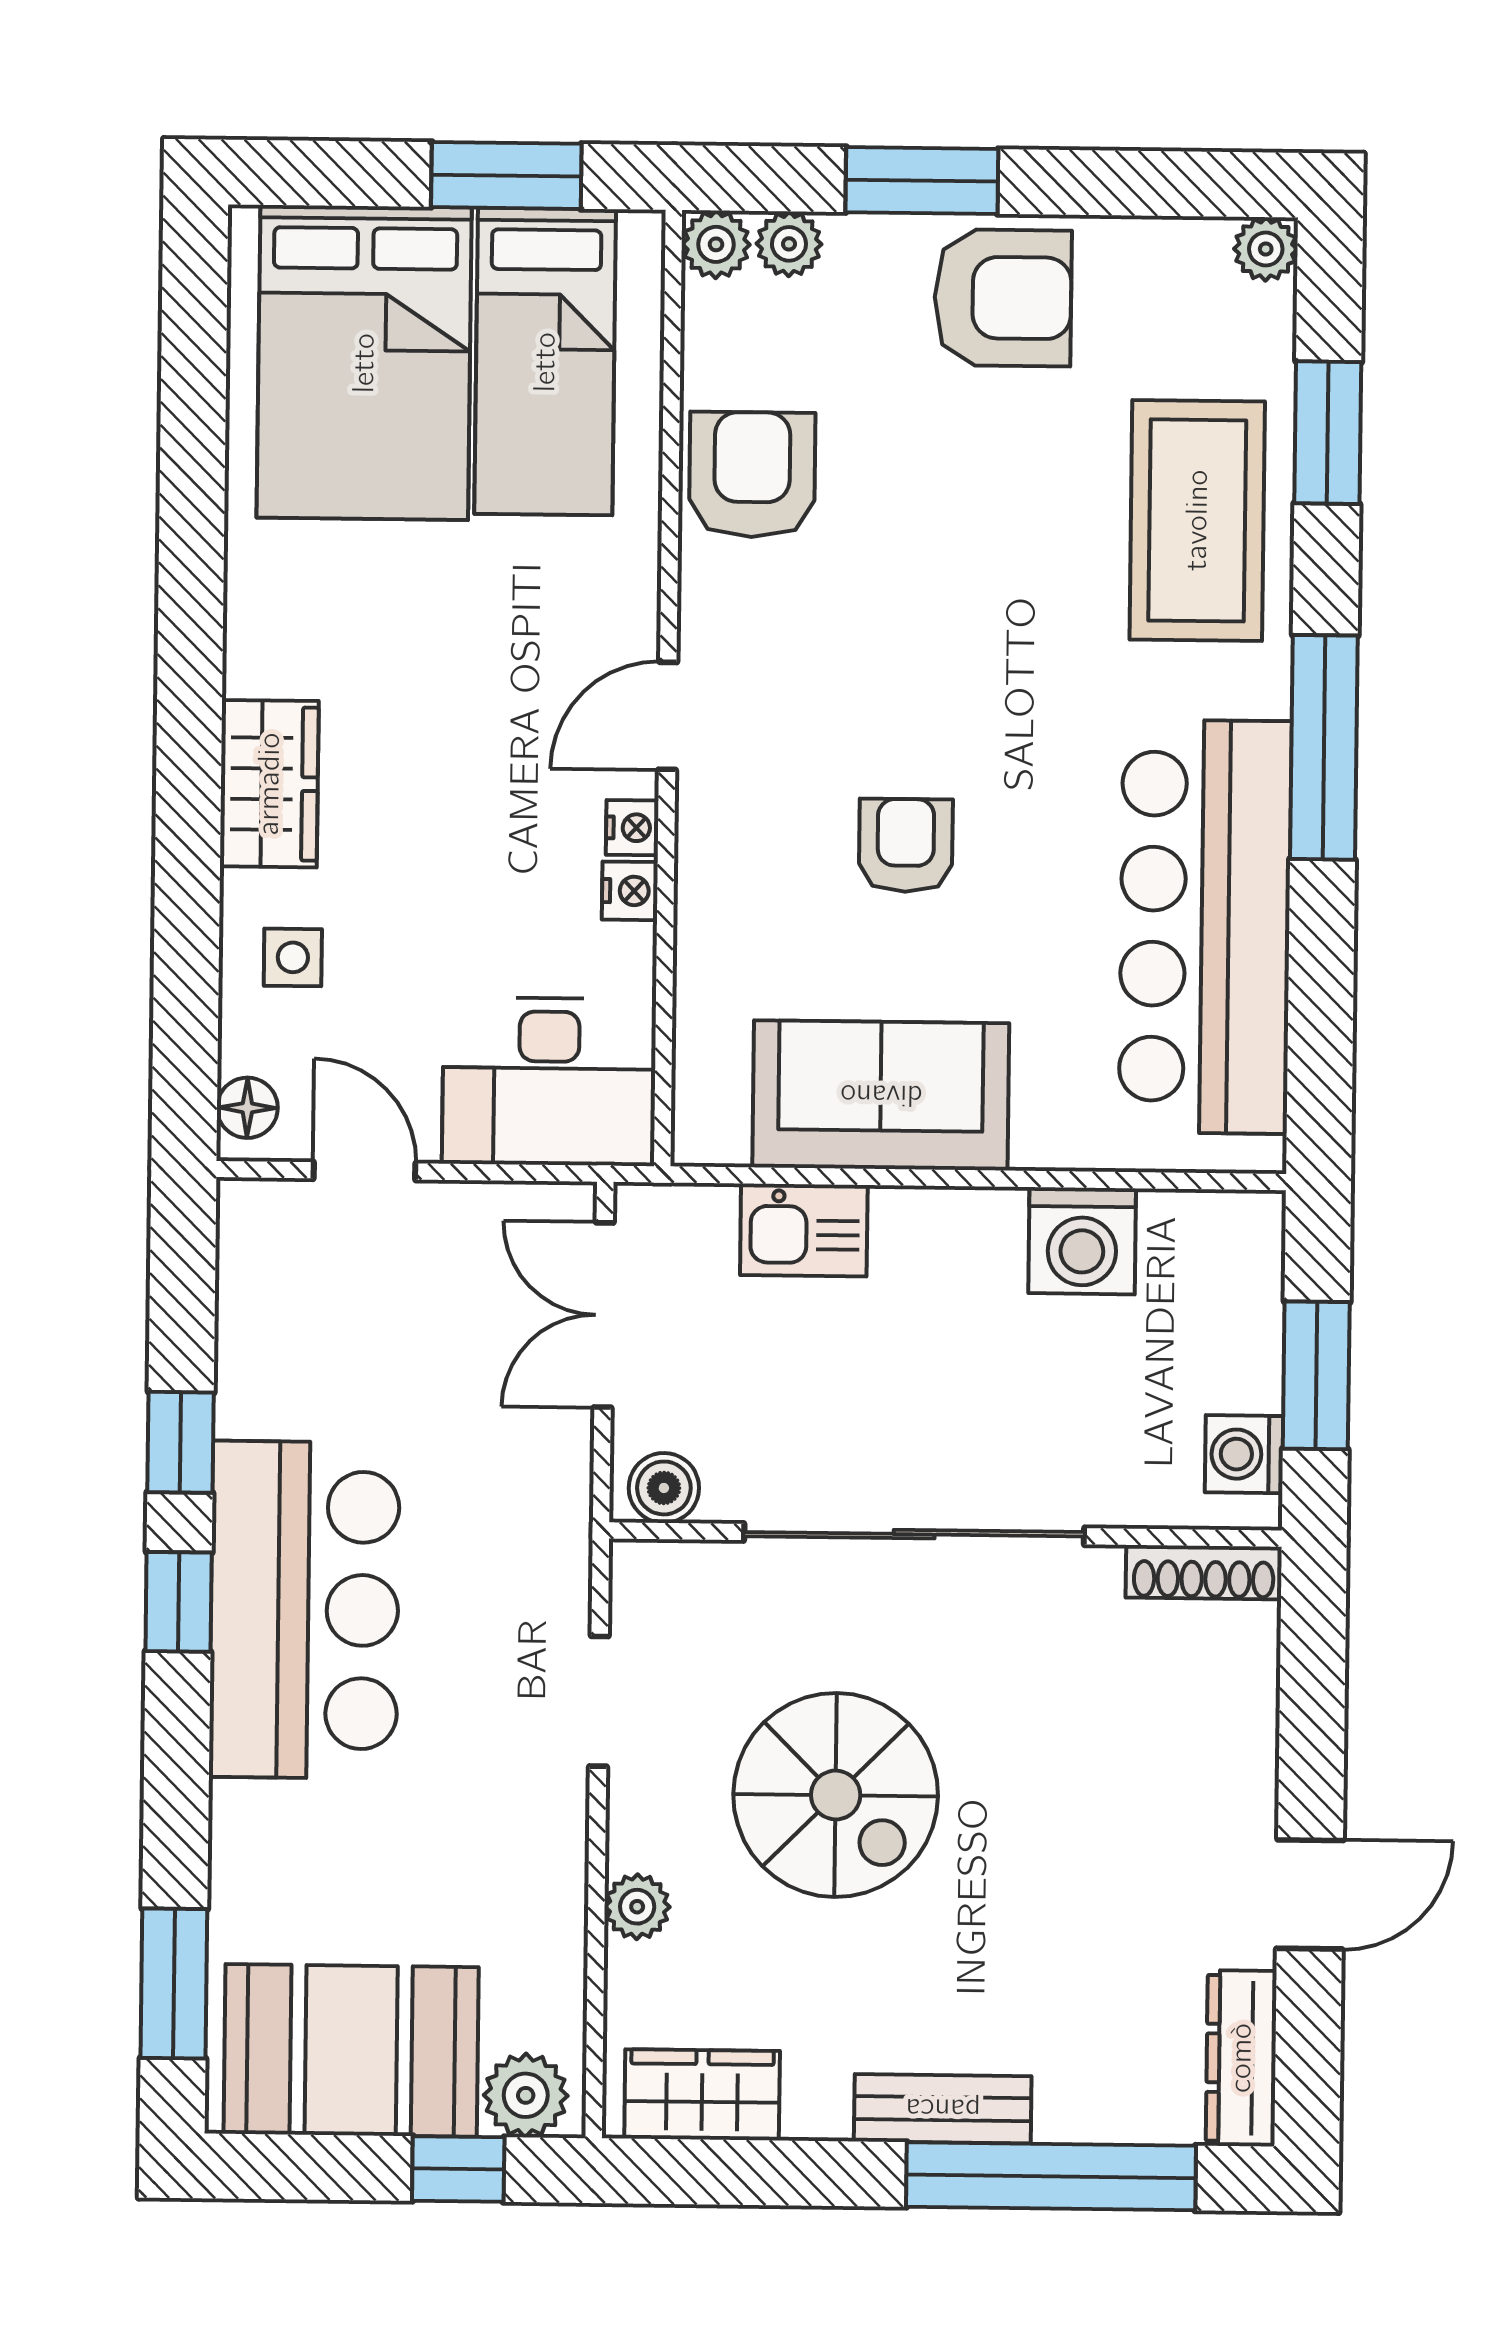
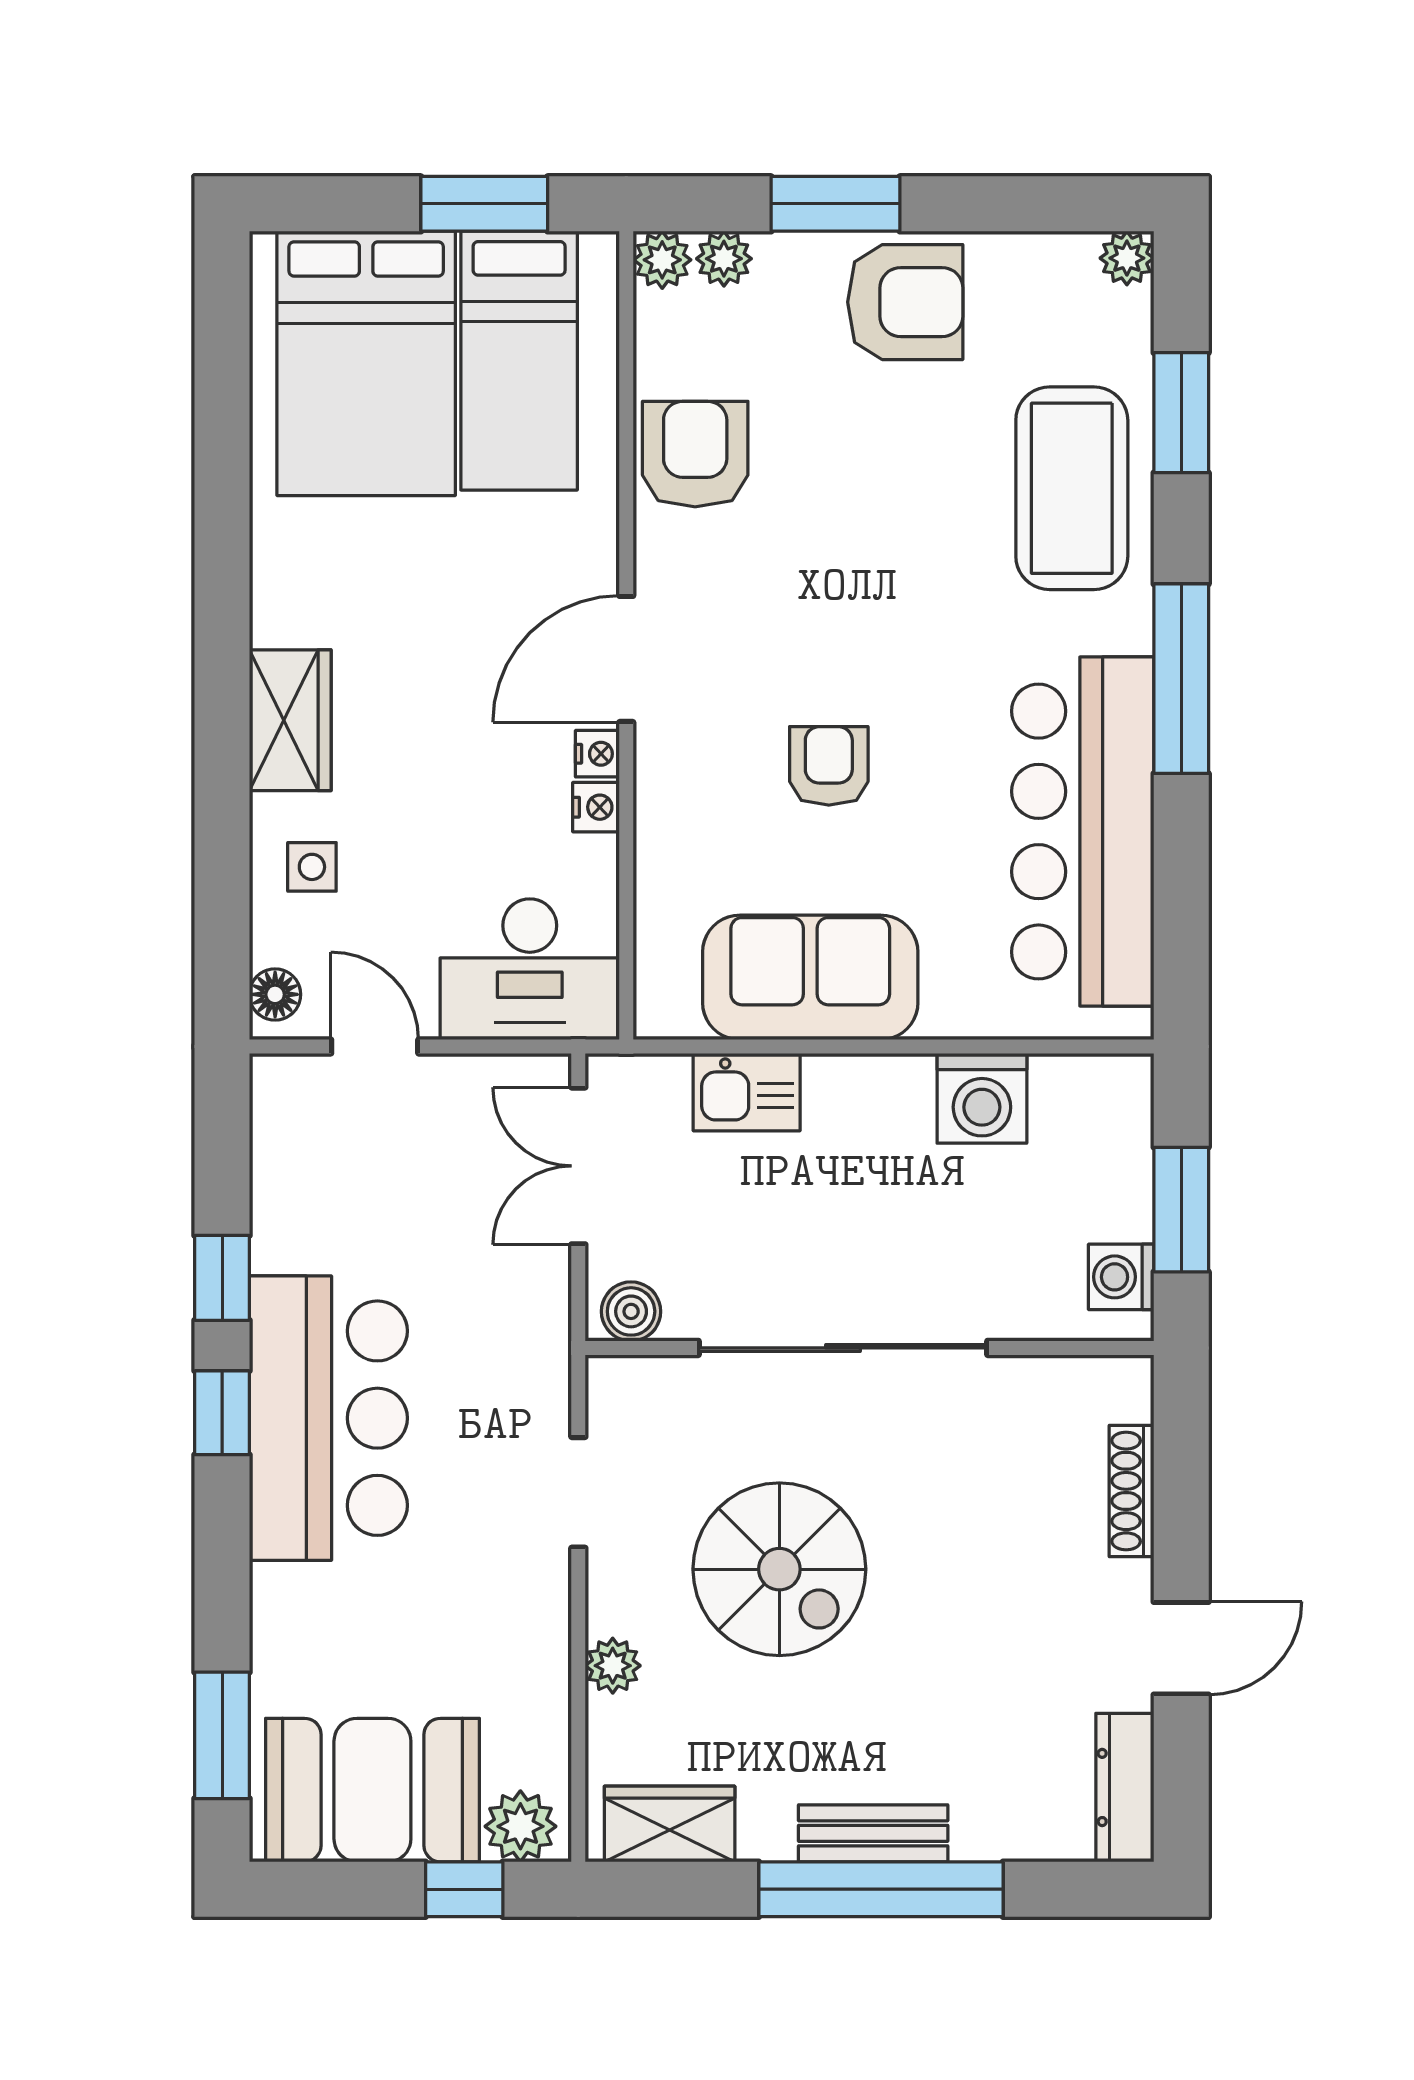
door: (668, 716) -> (626, 659), width x1.38
shoe rack: (1204, 1572) -> (1131, 1491), moved, turned 90
window: (1051, 2176) -> (881, 1889), moved

